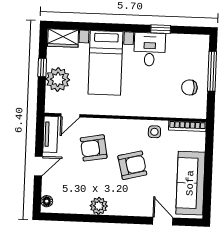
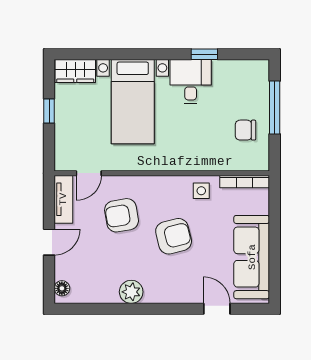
plant: (58, 79) -> (70, 126), removed

